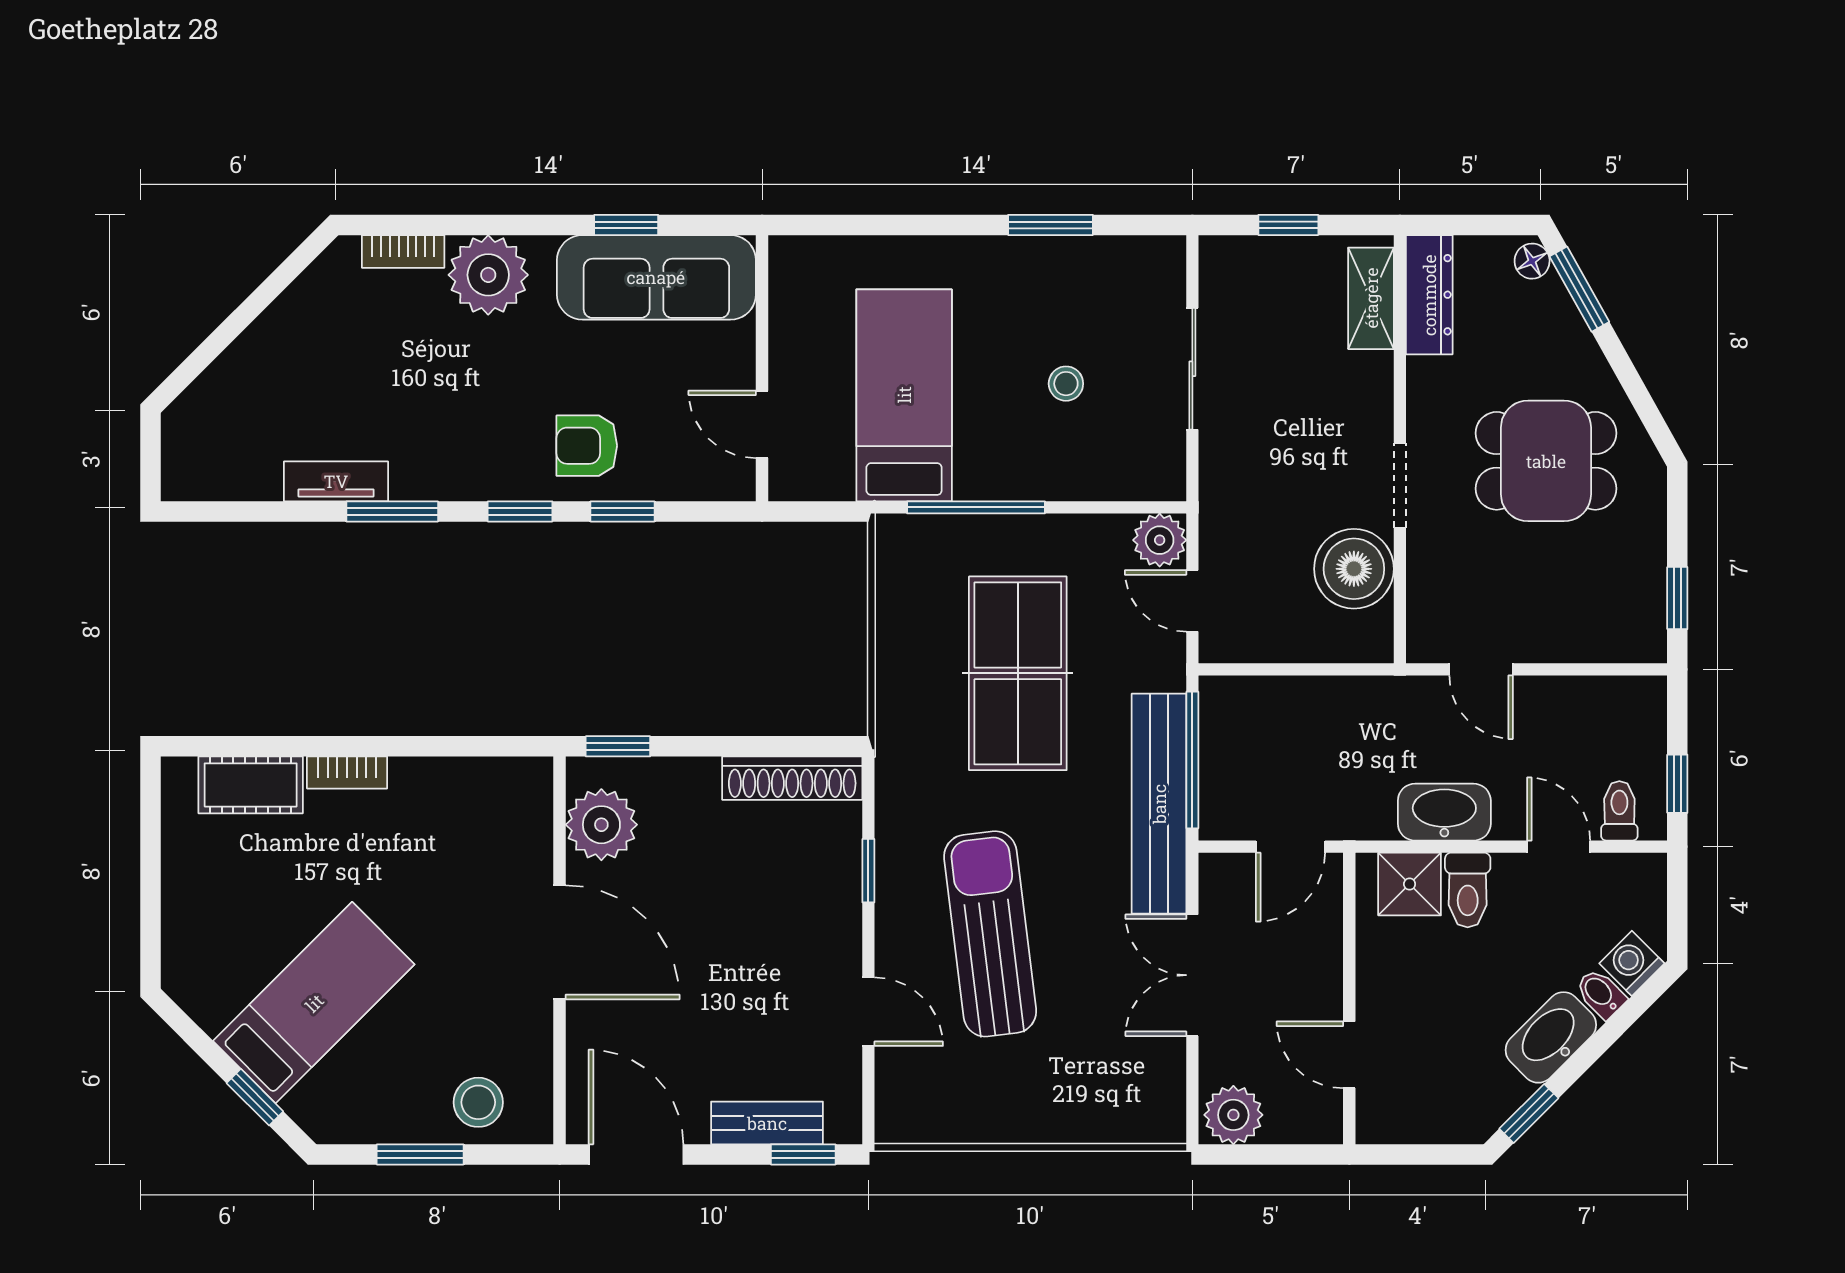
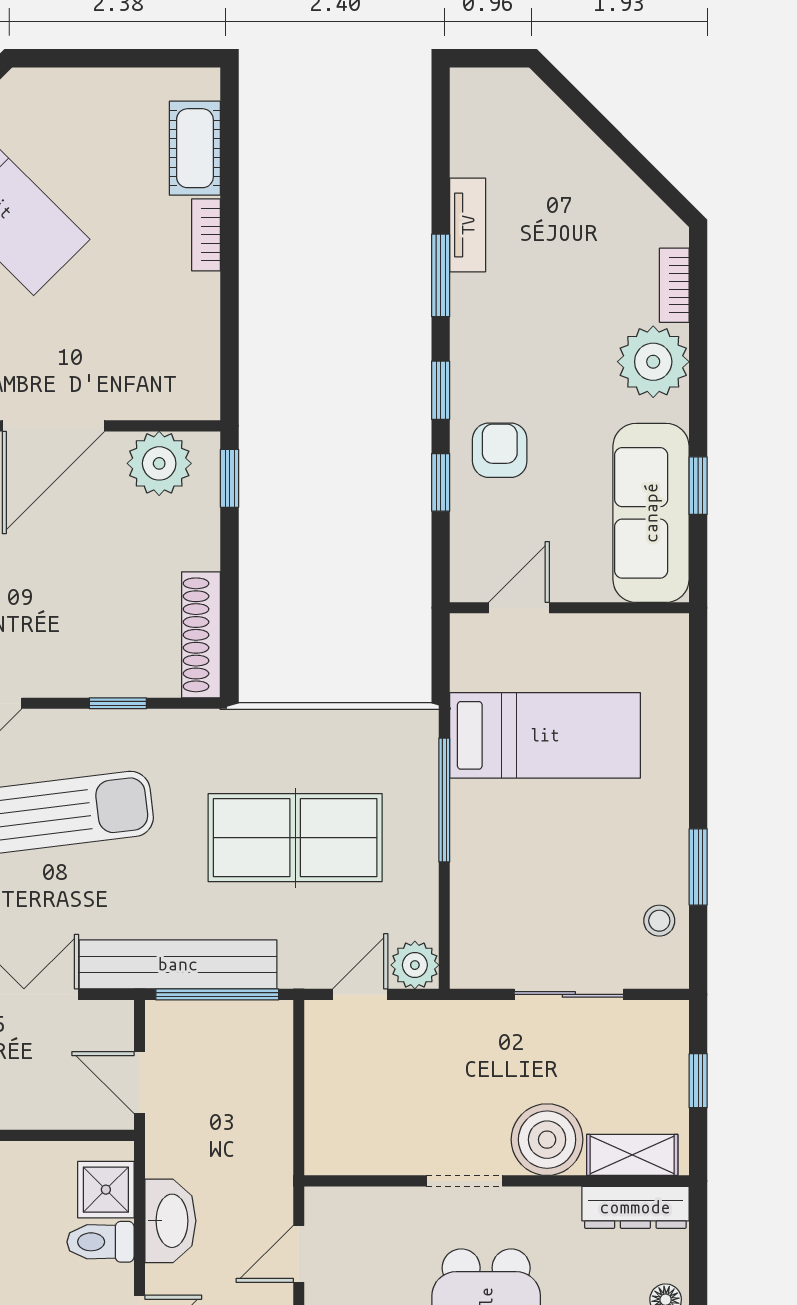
stool: (1066, 384) -> (659, 921), moved
boiler: (1354, 569) -> (547, 1140), moved

